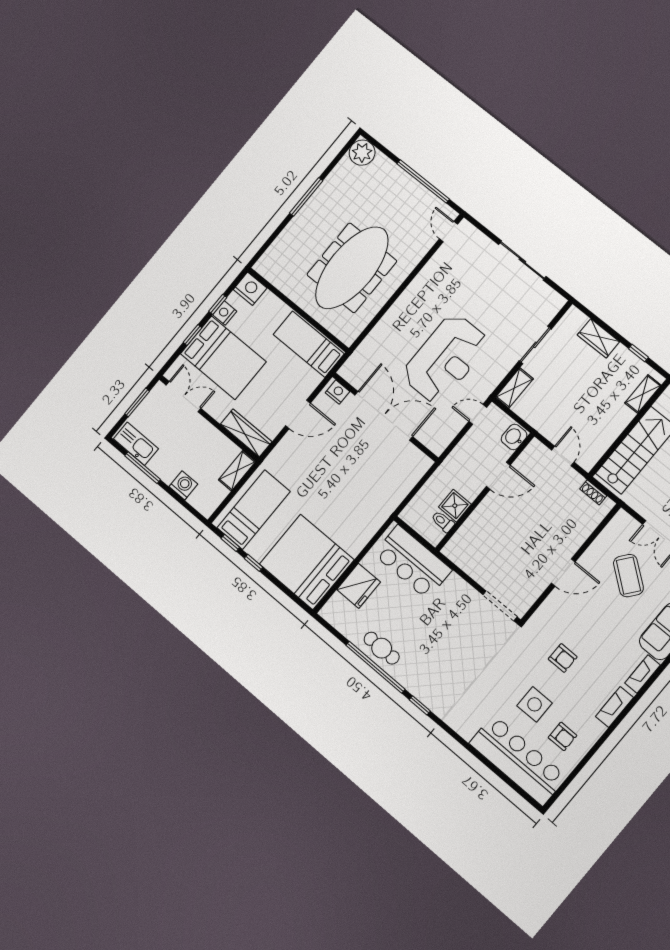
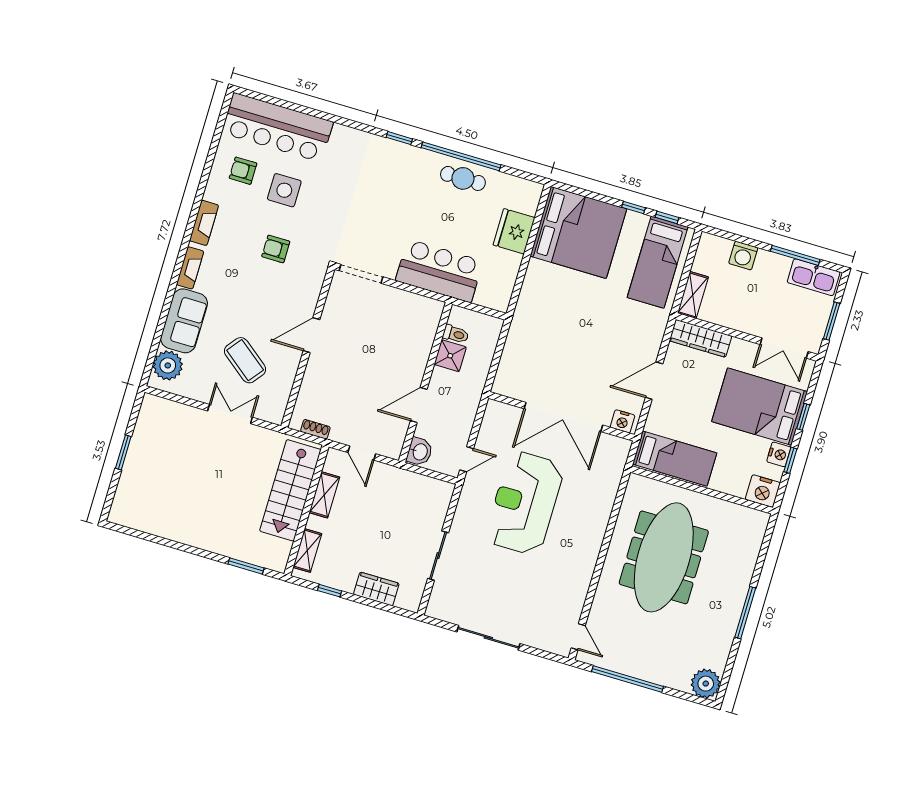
shelving: (514, 388) -> (324, 495), moved
bar counter: (413, 562) -> (439, 271), moved

